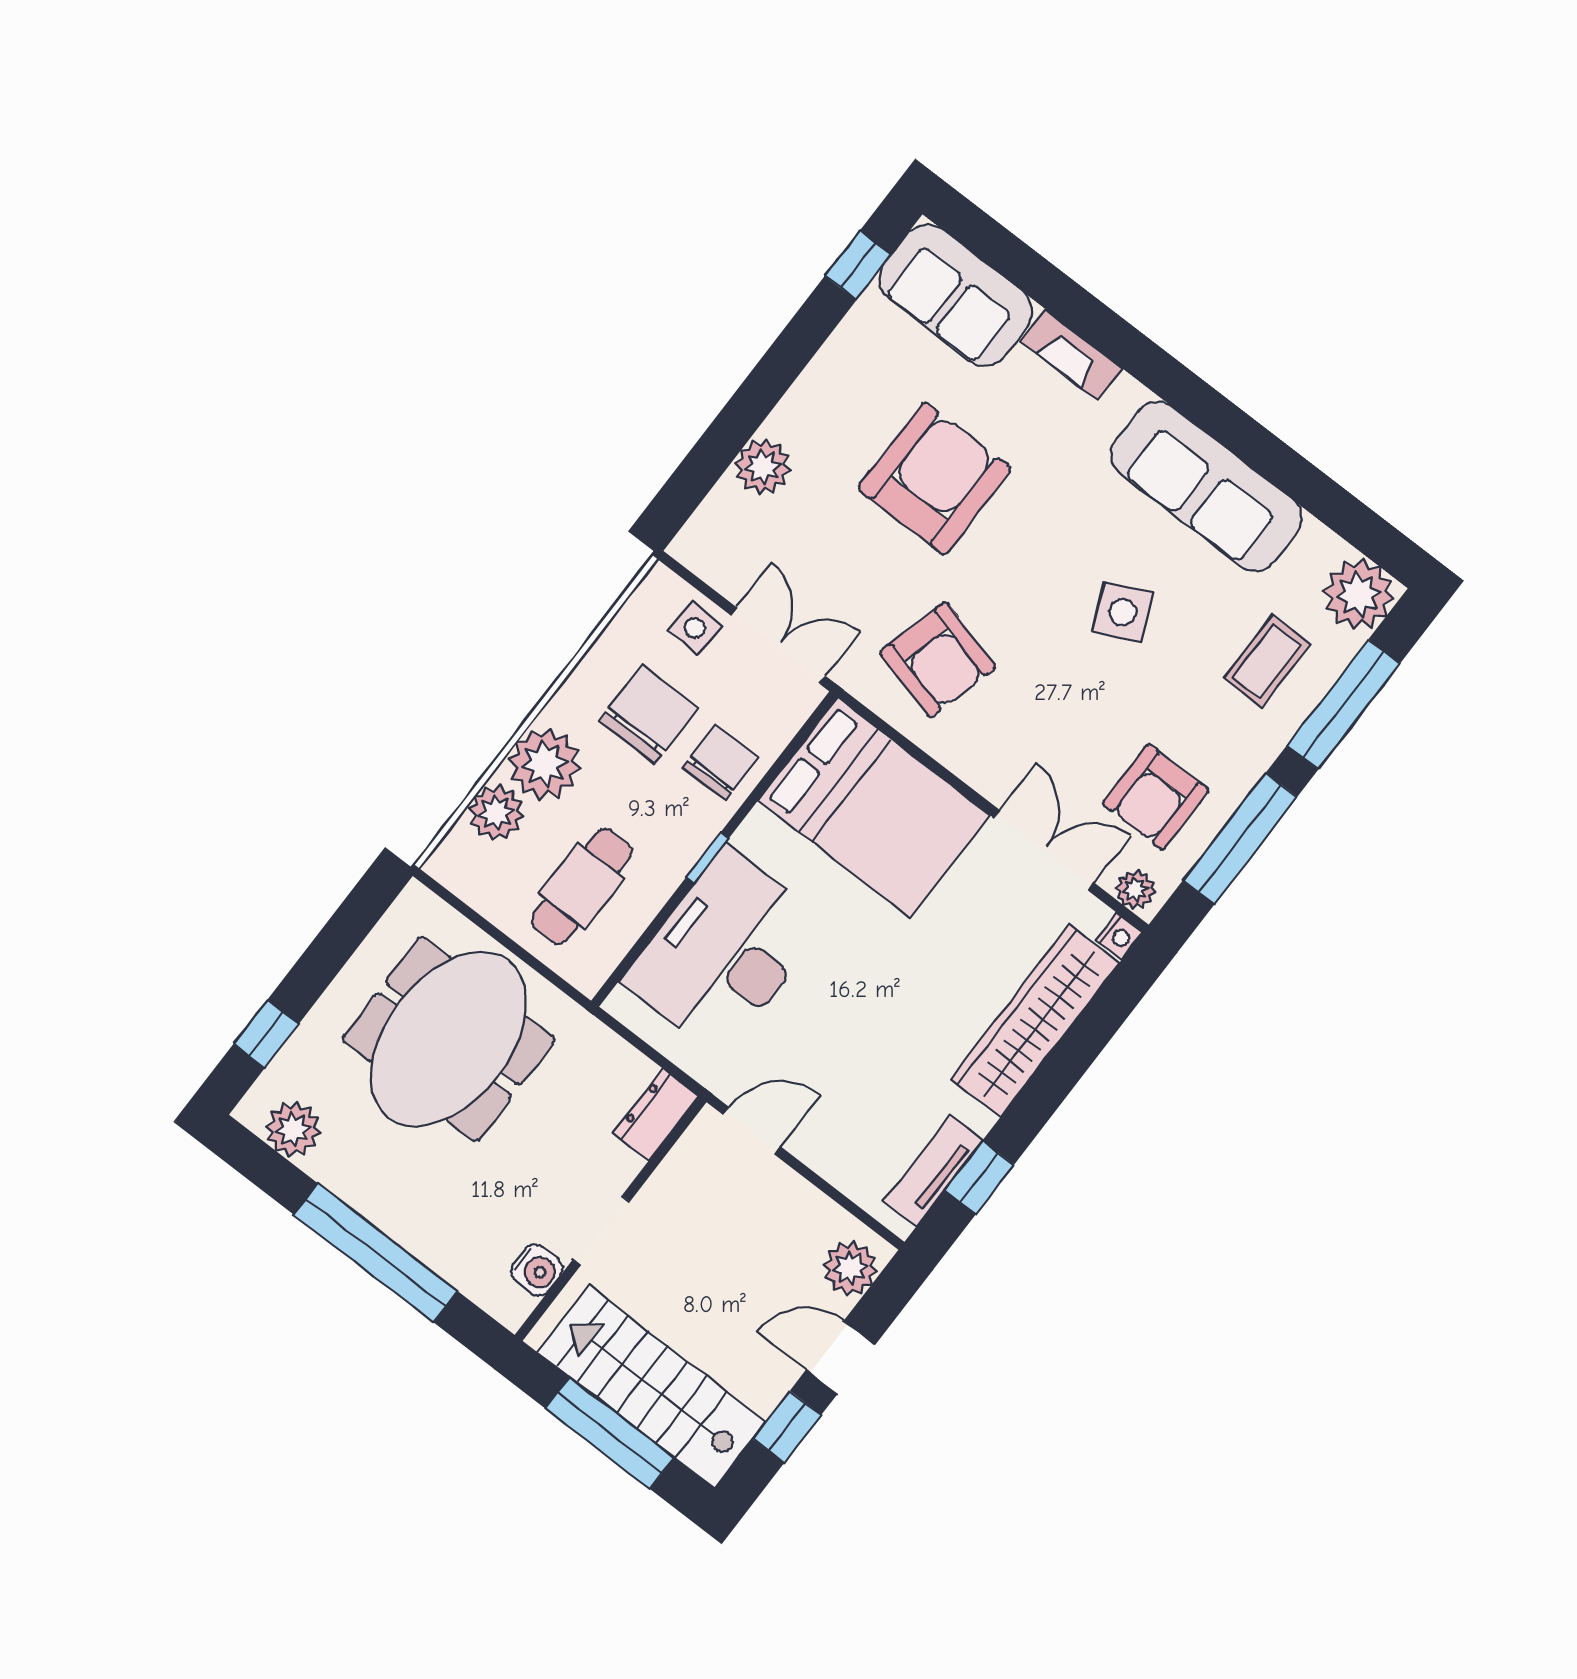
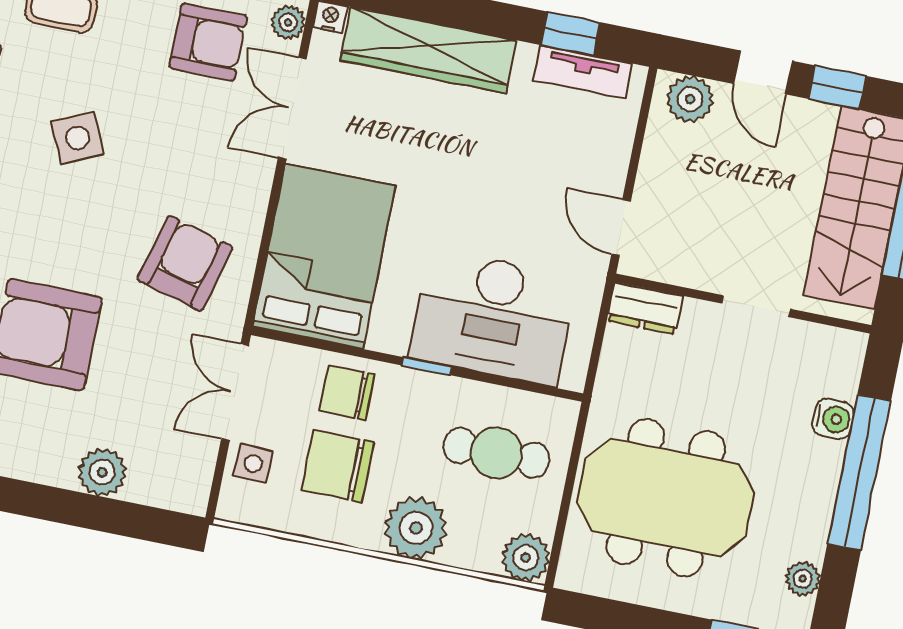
plant: (496, 813) -> (526, 558), moved
plant: (293, 1129) -> (803, 579), width x0.73, depth x0.73
water cooler: (537, 1270) -> (833, 419), moved, turned 90

